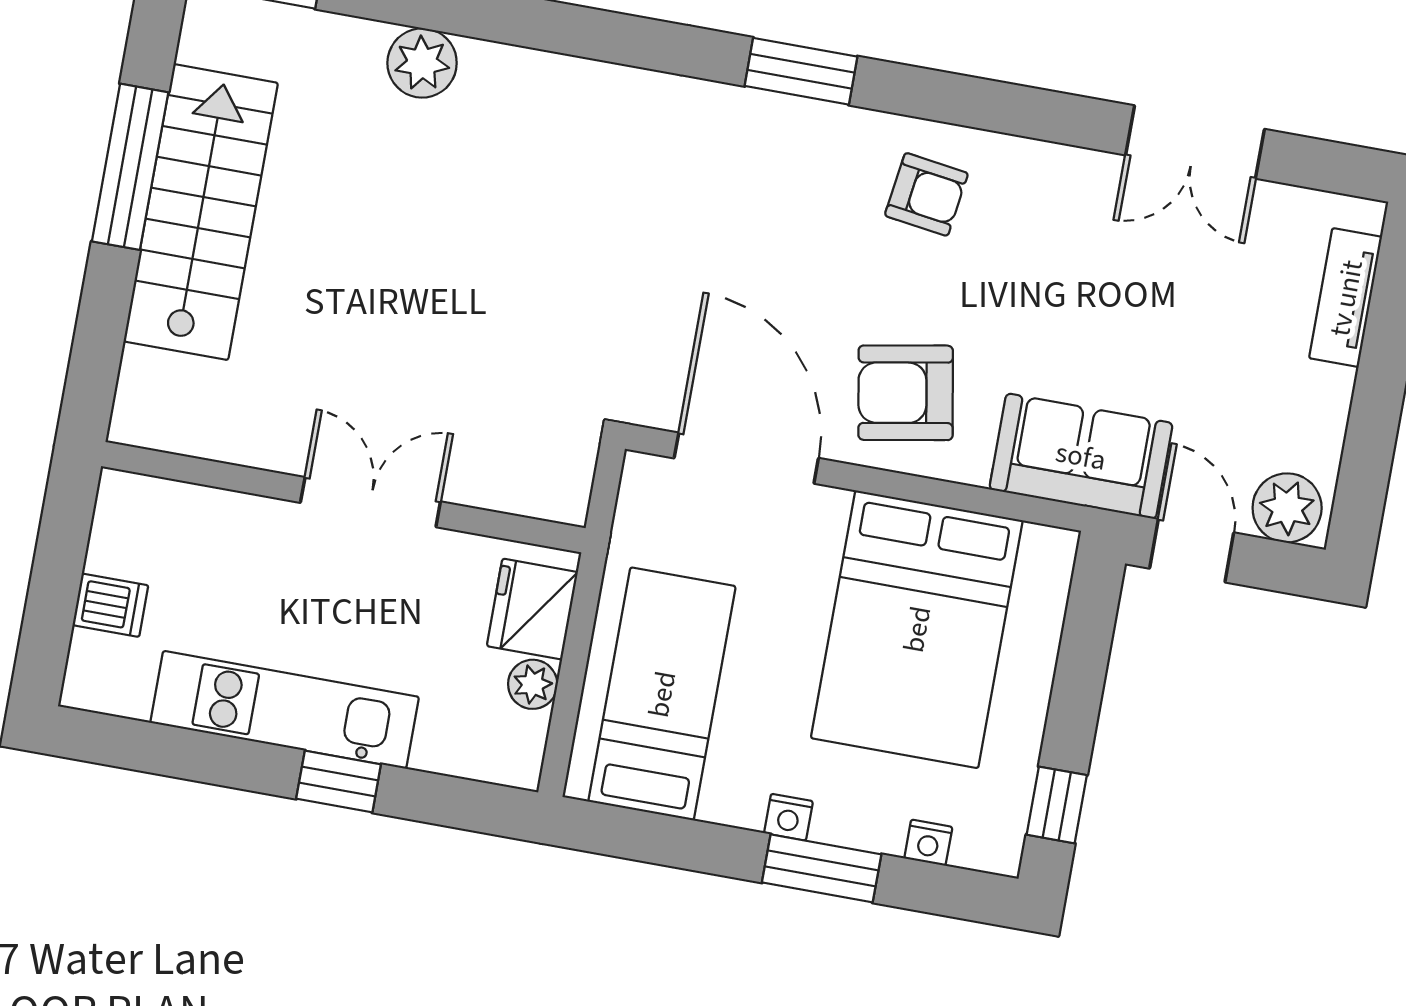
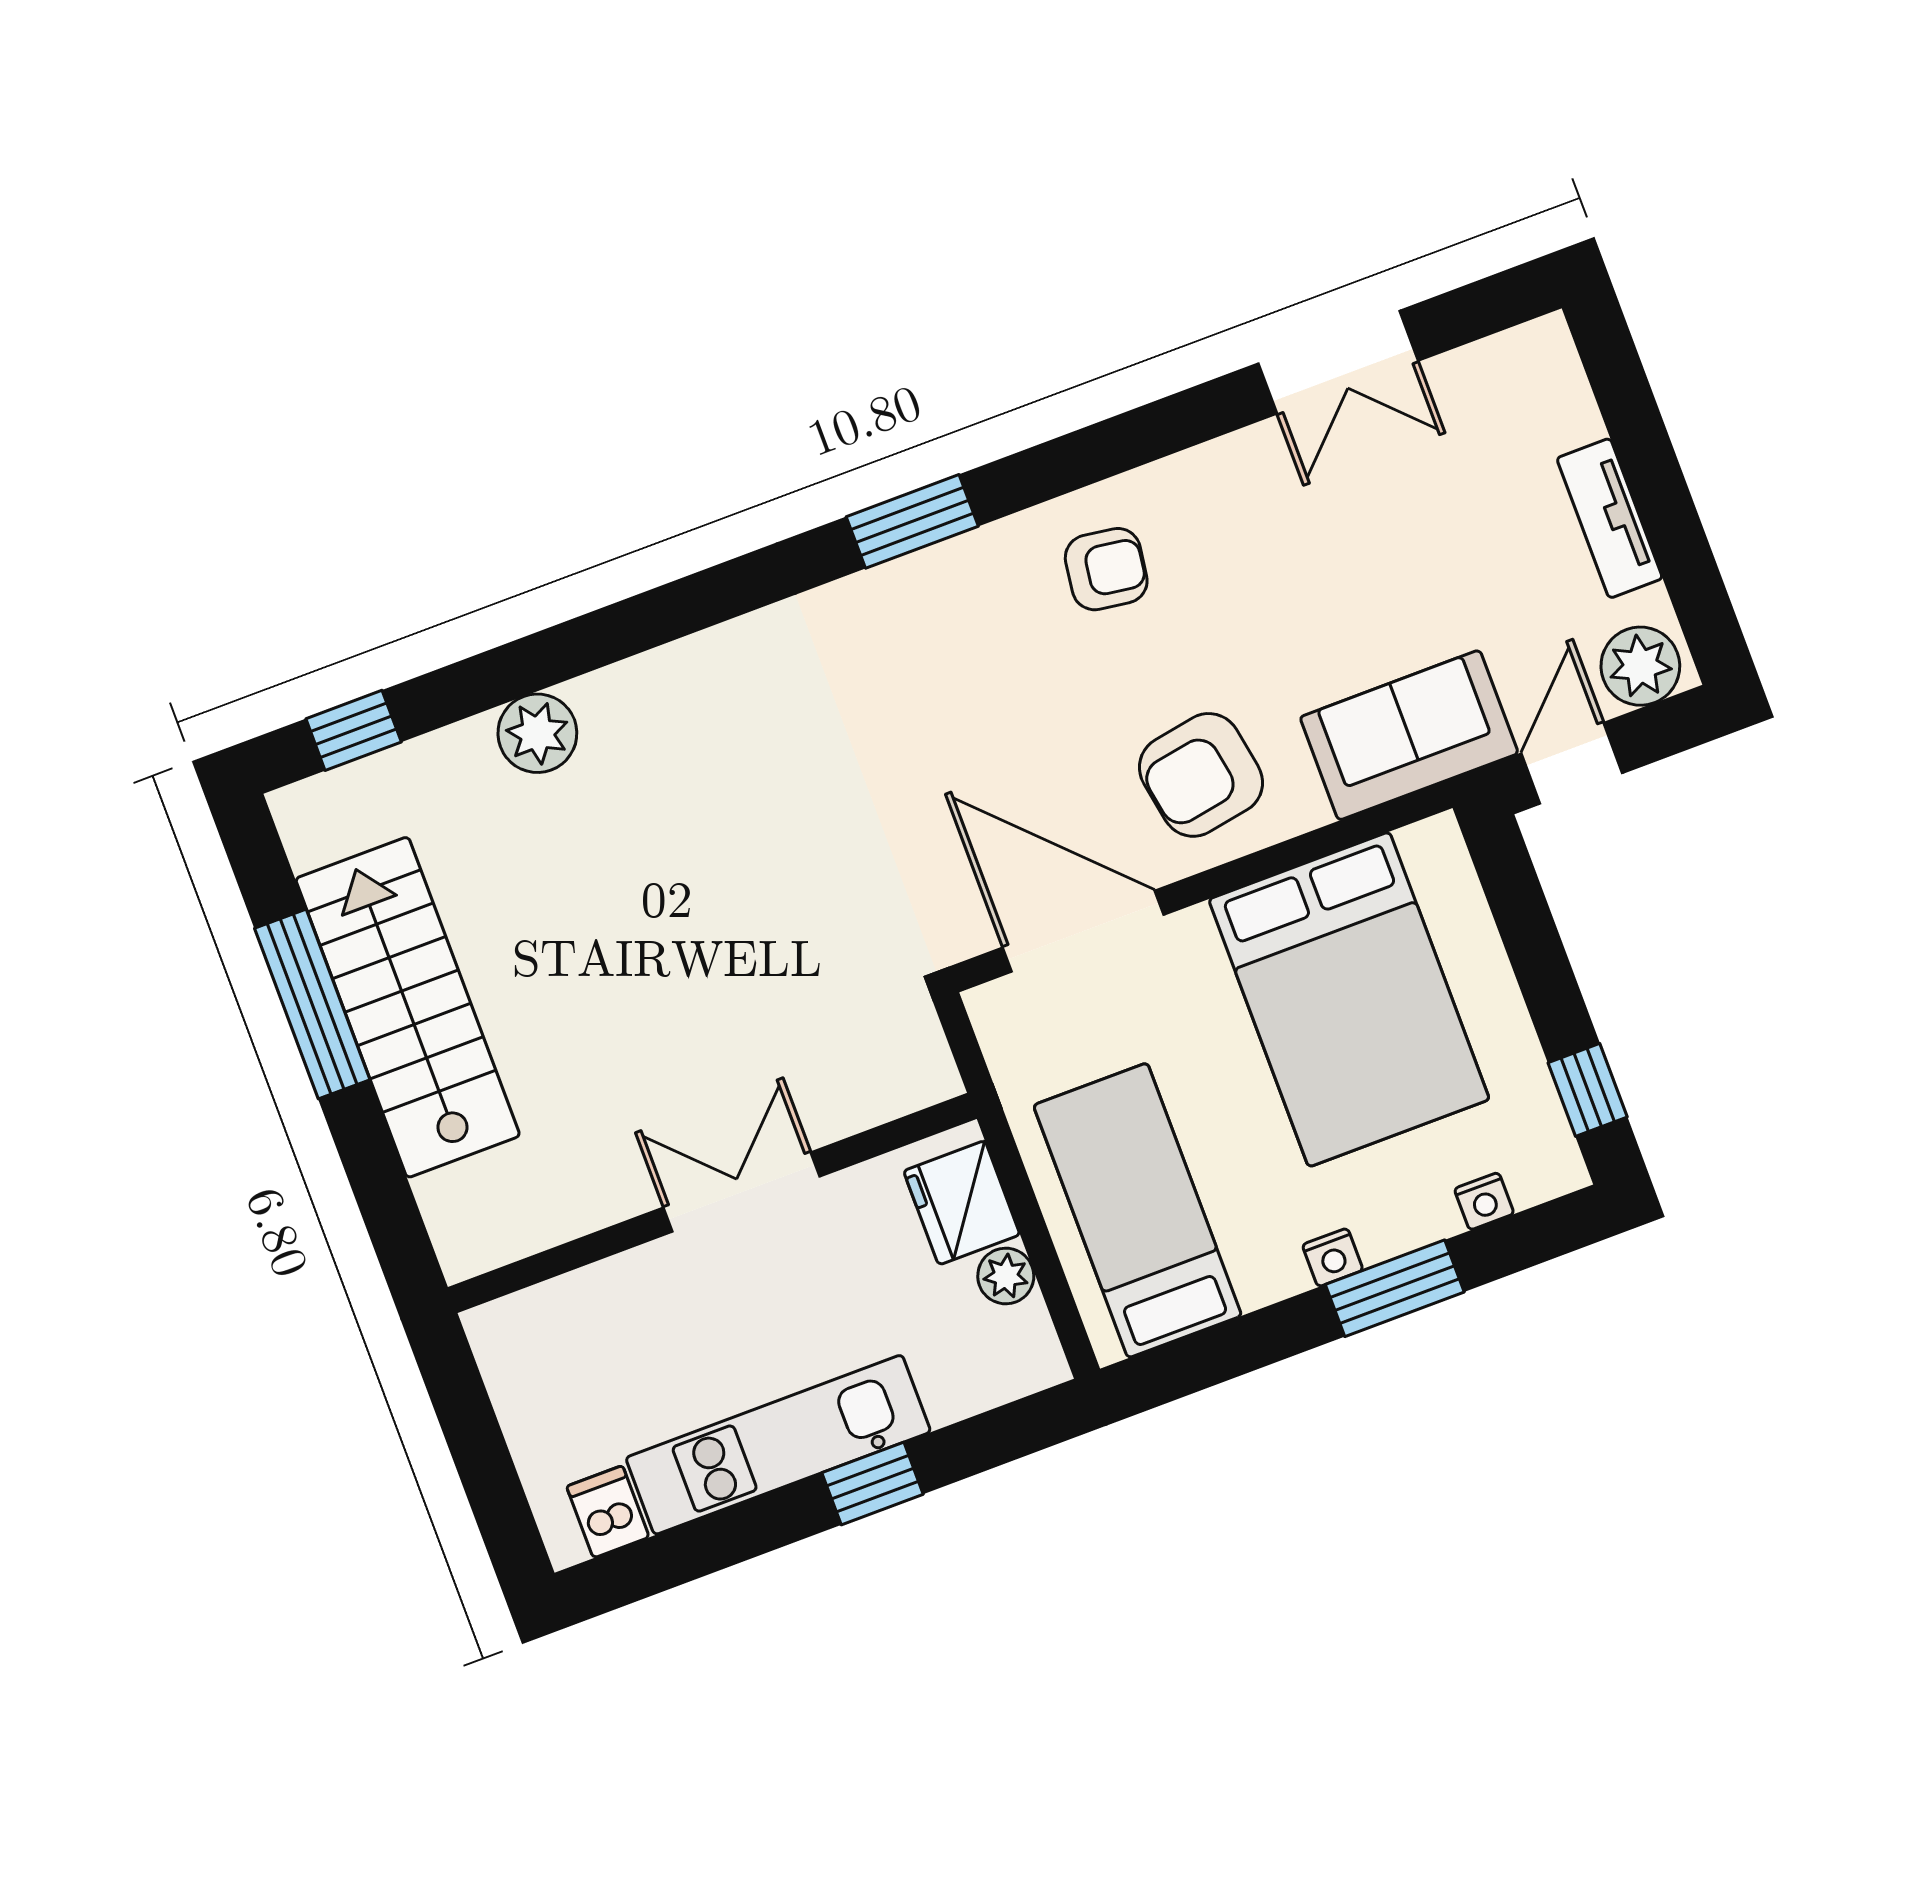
tv unit: (1346, 298) -> (1610, 518), moved
door: (1192, 551) -> (1572, 763), hinge flipped
dishwasher: (110, 605) -> (608, 1512), moved, turned -90

